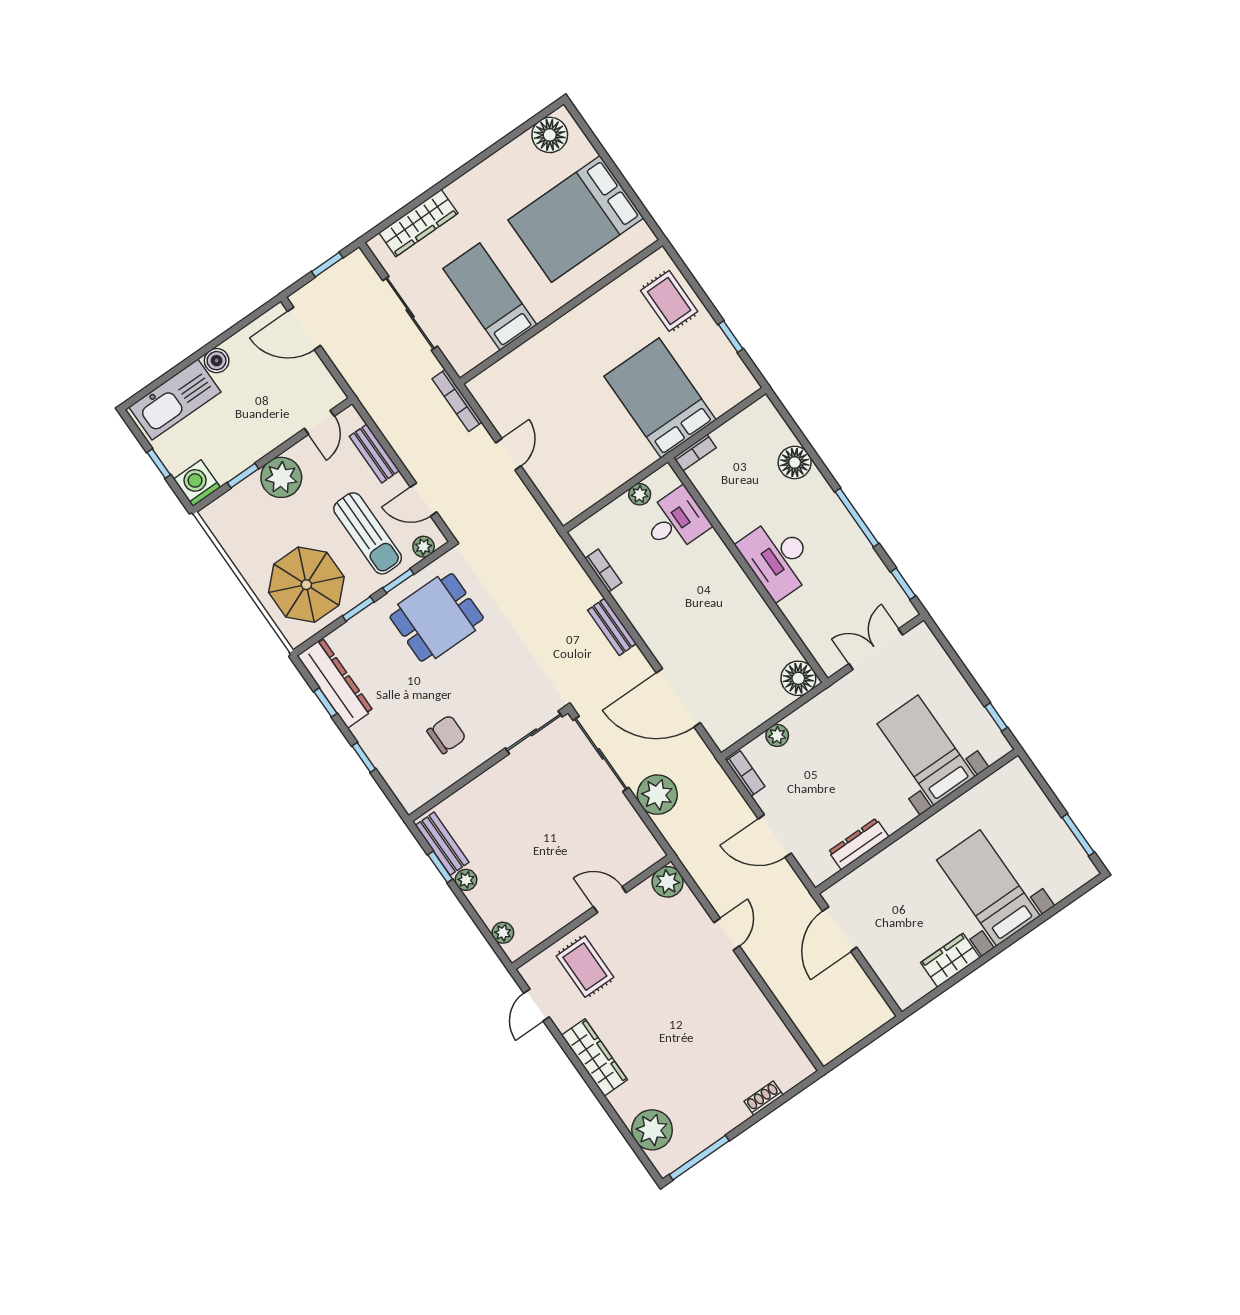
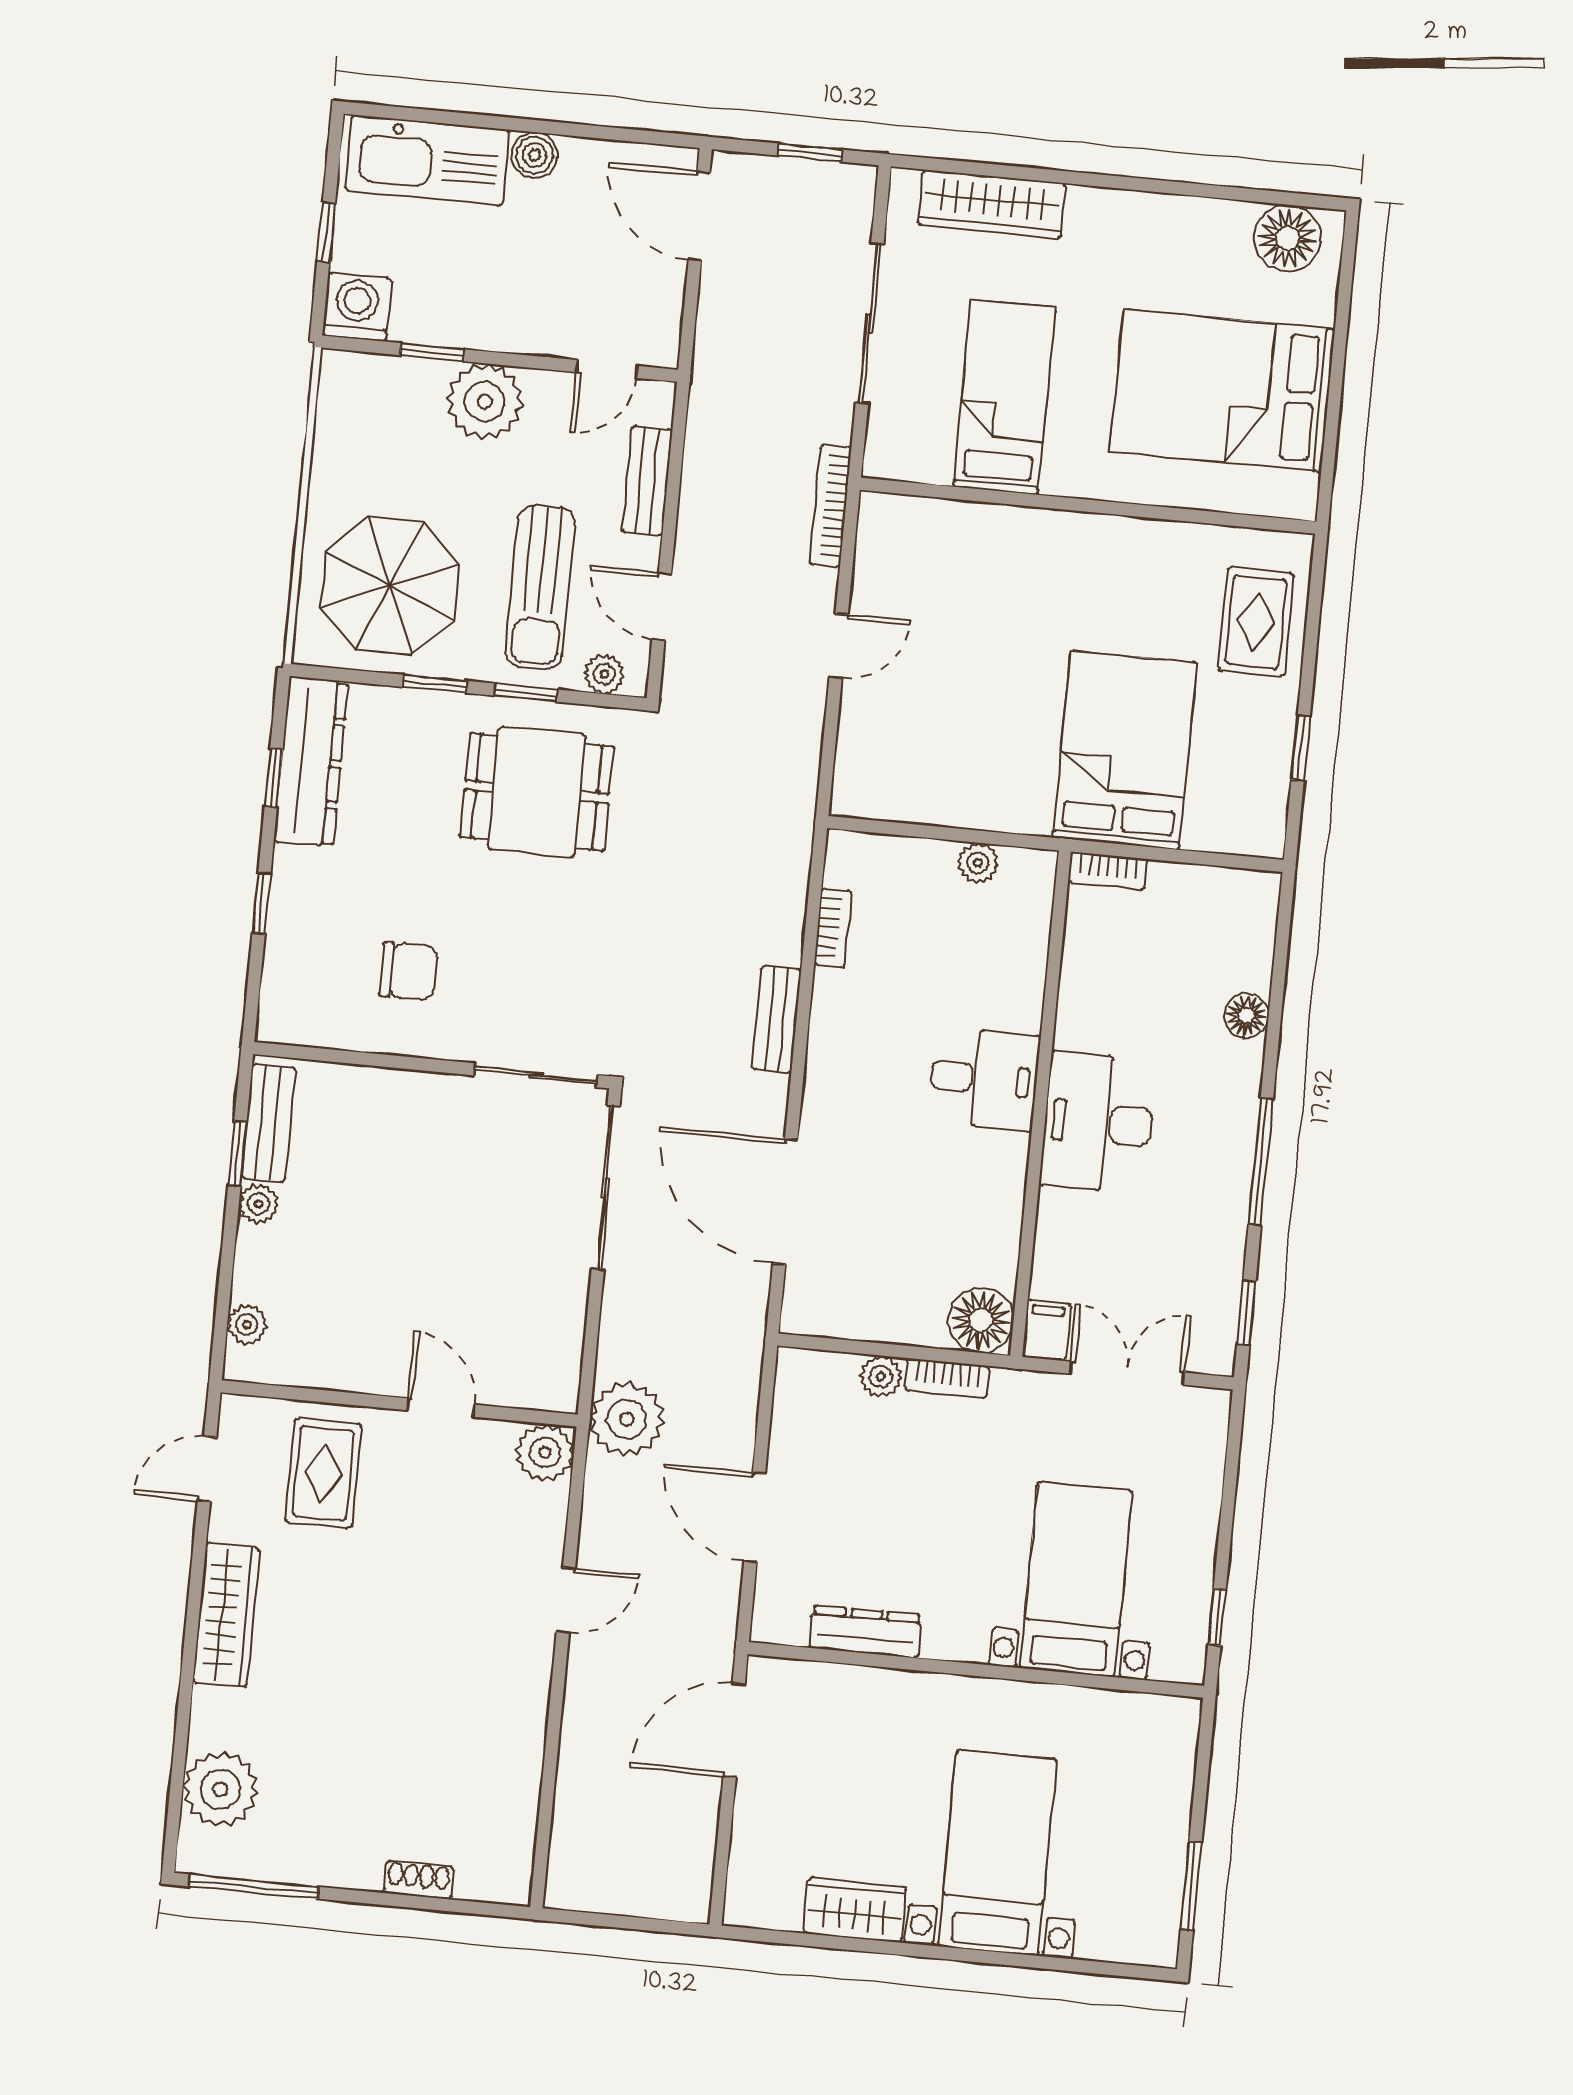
floor lamp: (795, 462) -> (1246, 1016), width x0.73, depth x0.73
desk: (676, 521) -> (984, 1079), moved
filing cabinet: (828, 660) -> (1046, 1330), added
bookcase: (746, 773) -> (947, 1378), moved, turned 90
plant: (657, 795) -> (627, 1419), moved

